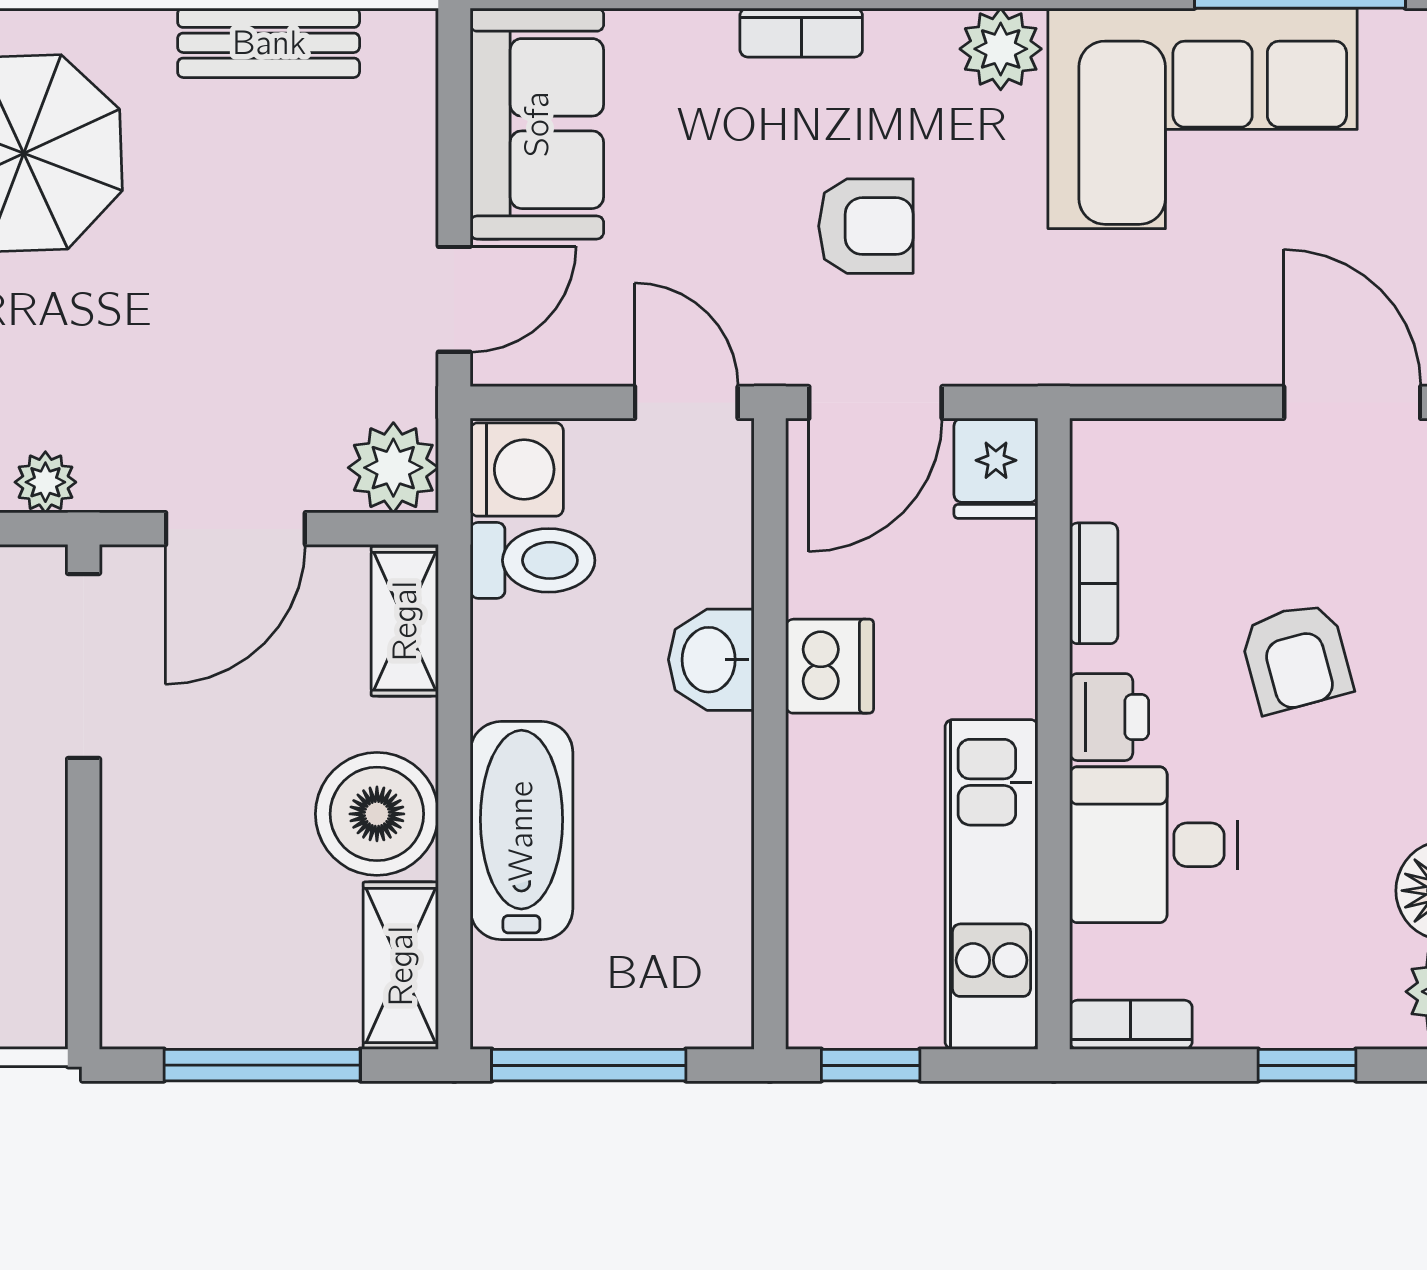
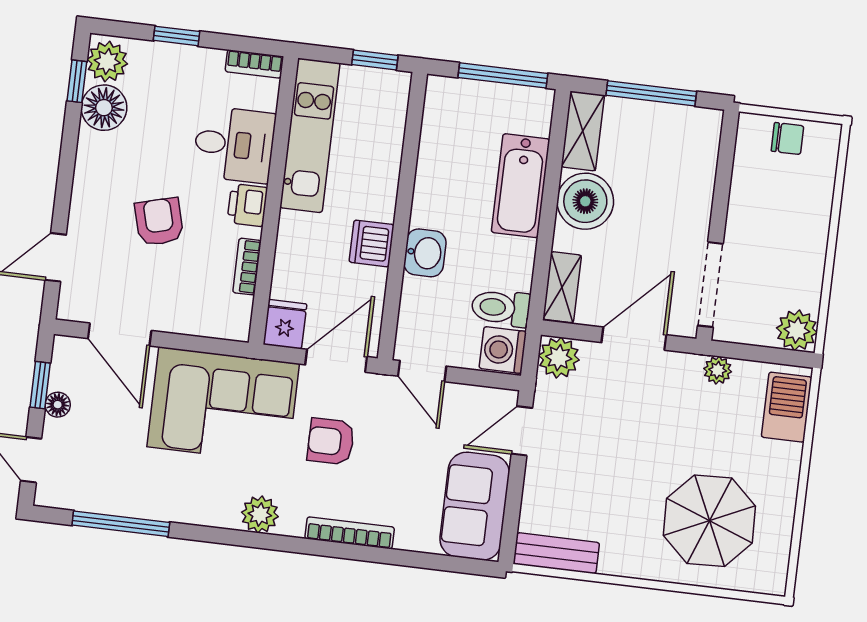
bookcase: (801, 33) -> (350, 533), width x1.56
bench: (269, 43) -> (556, 553), moved
corner sofa: (1203, 118) -> (223, 405), moved, turned 180

